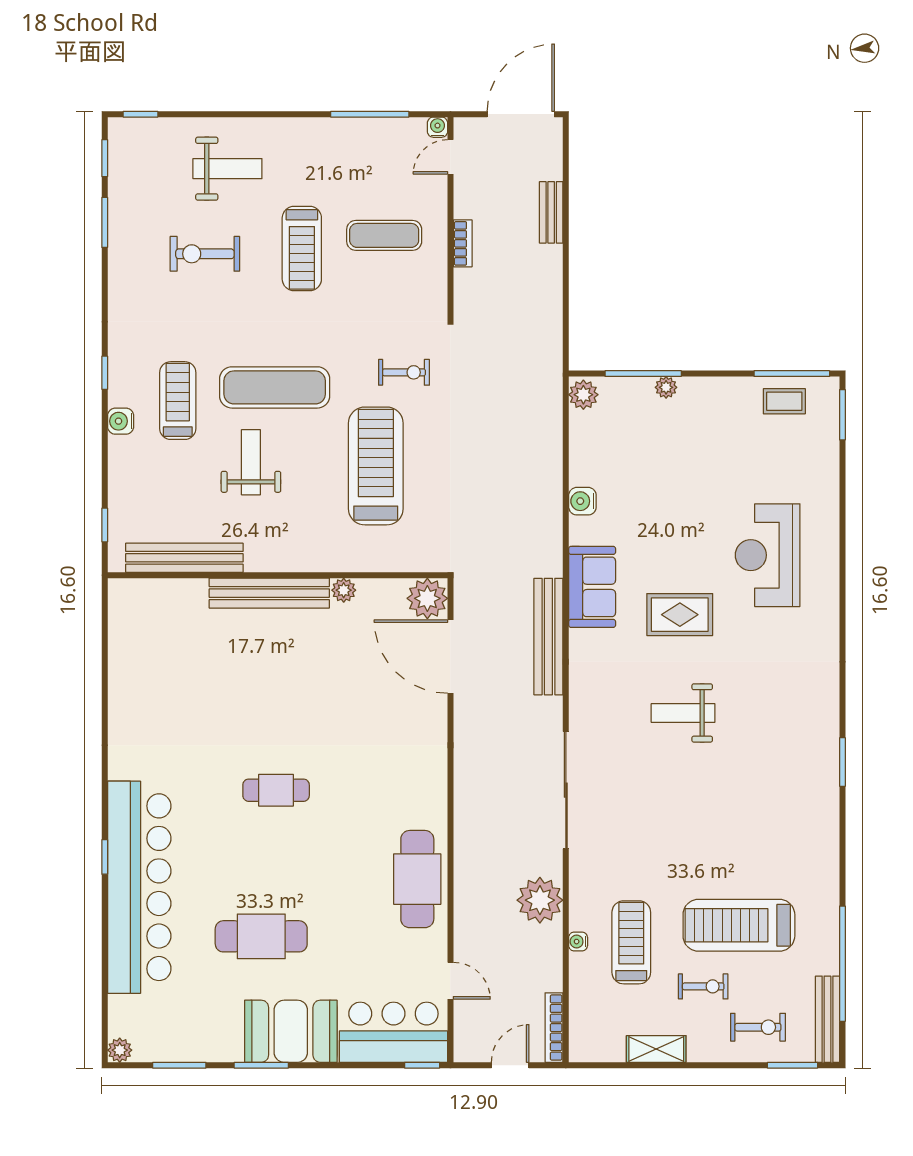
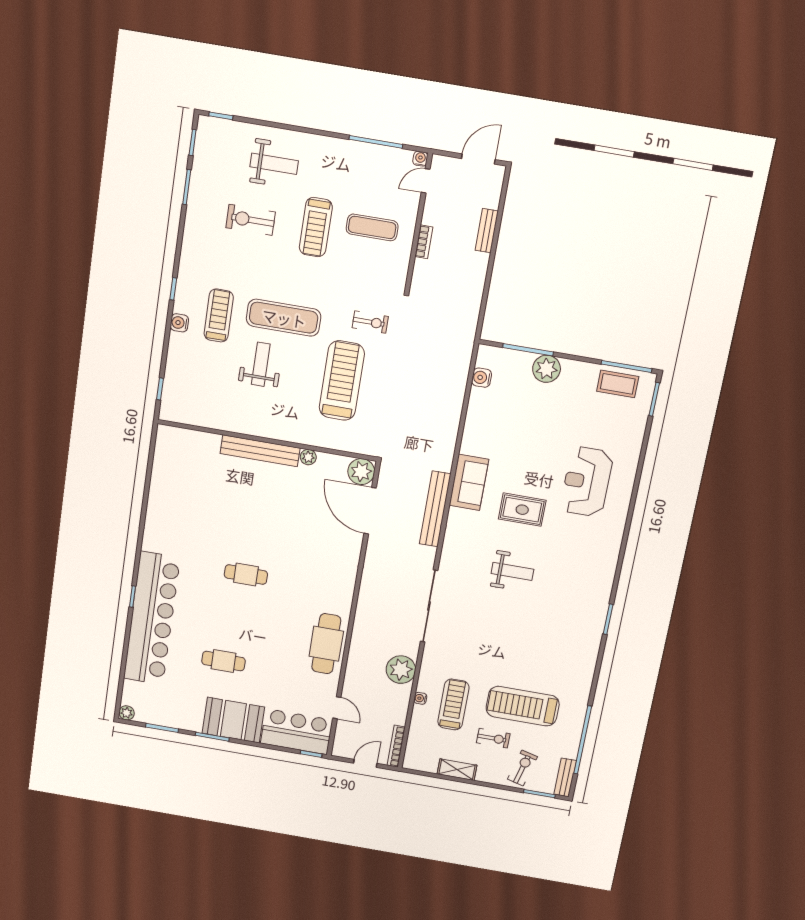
door: (521, 114) -> (478, 159), width x0.73
plant: (666, 387) -> (547, 369), width x1.88, depth x1.88
plant: (583, 395) -> (486, 357), removed
coffee table: (784, 401) -> (618, 384), width x1.36, depth x1.30
water cooler: (582, 501) -> (482, 378), moved
bench: (184, 558) -> (209, 419), removed
weight bench: (683, 713) -> (512, 571), turned 180
cafe table: (261, 936) -> (223, 661), width x0.73, depth x0.74
bench: (827, 1019) -> (565, 777), width x0.73
exercise bike: (758, 1027) -> (523, 768), turned -76

